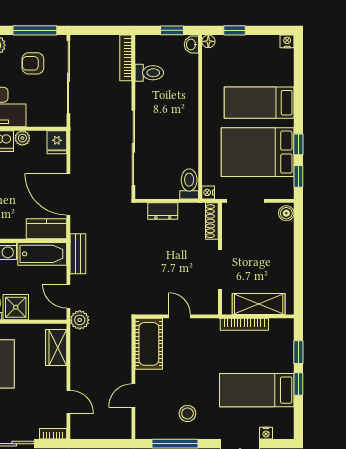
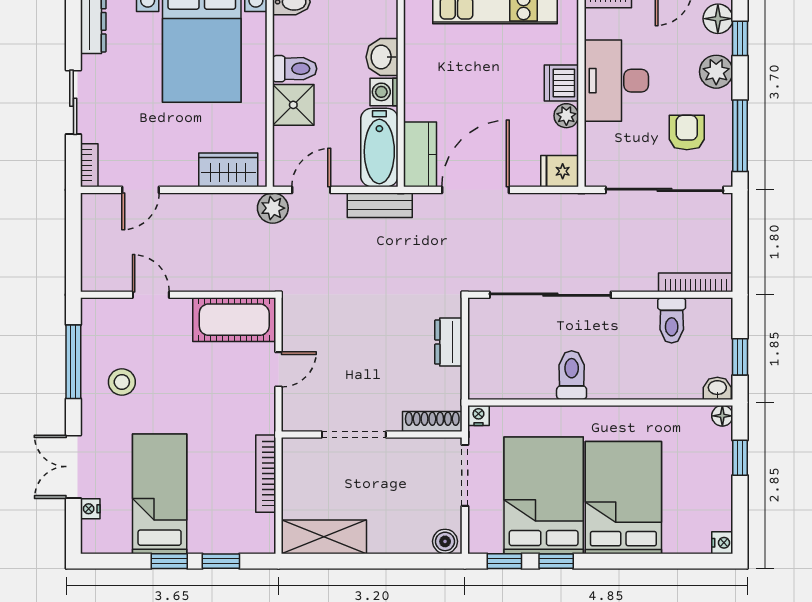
bed: (259, 103) -> (623, 498), width x1.50
toilet: (189, 184) -> (572, 375), moved, turned -90
shelving: (259, 304) -> (324, 537), moved, turned 90

